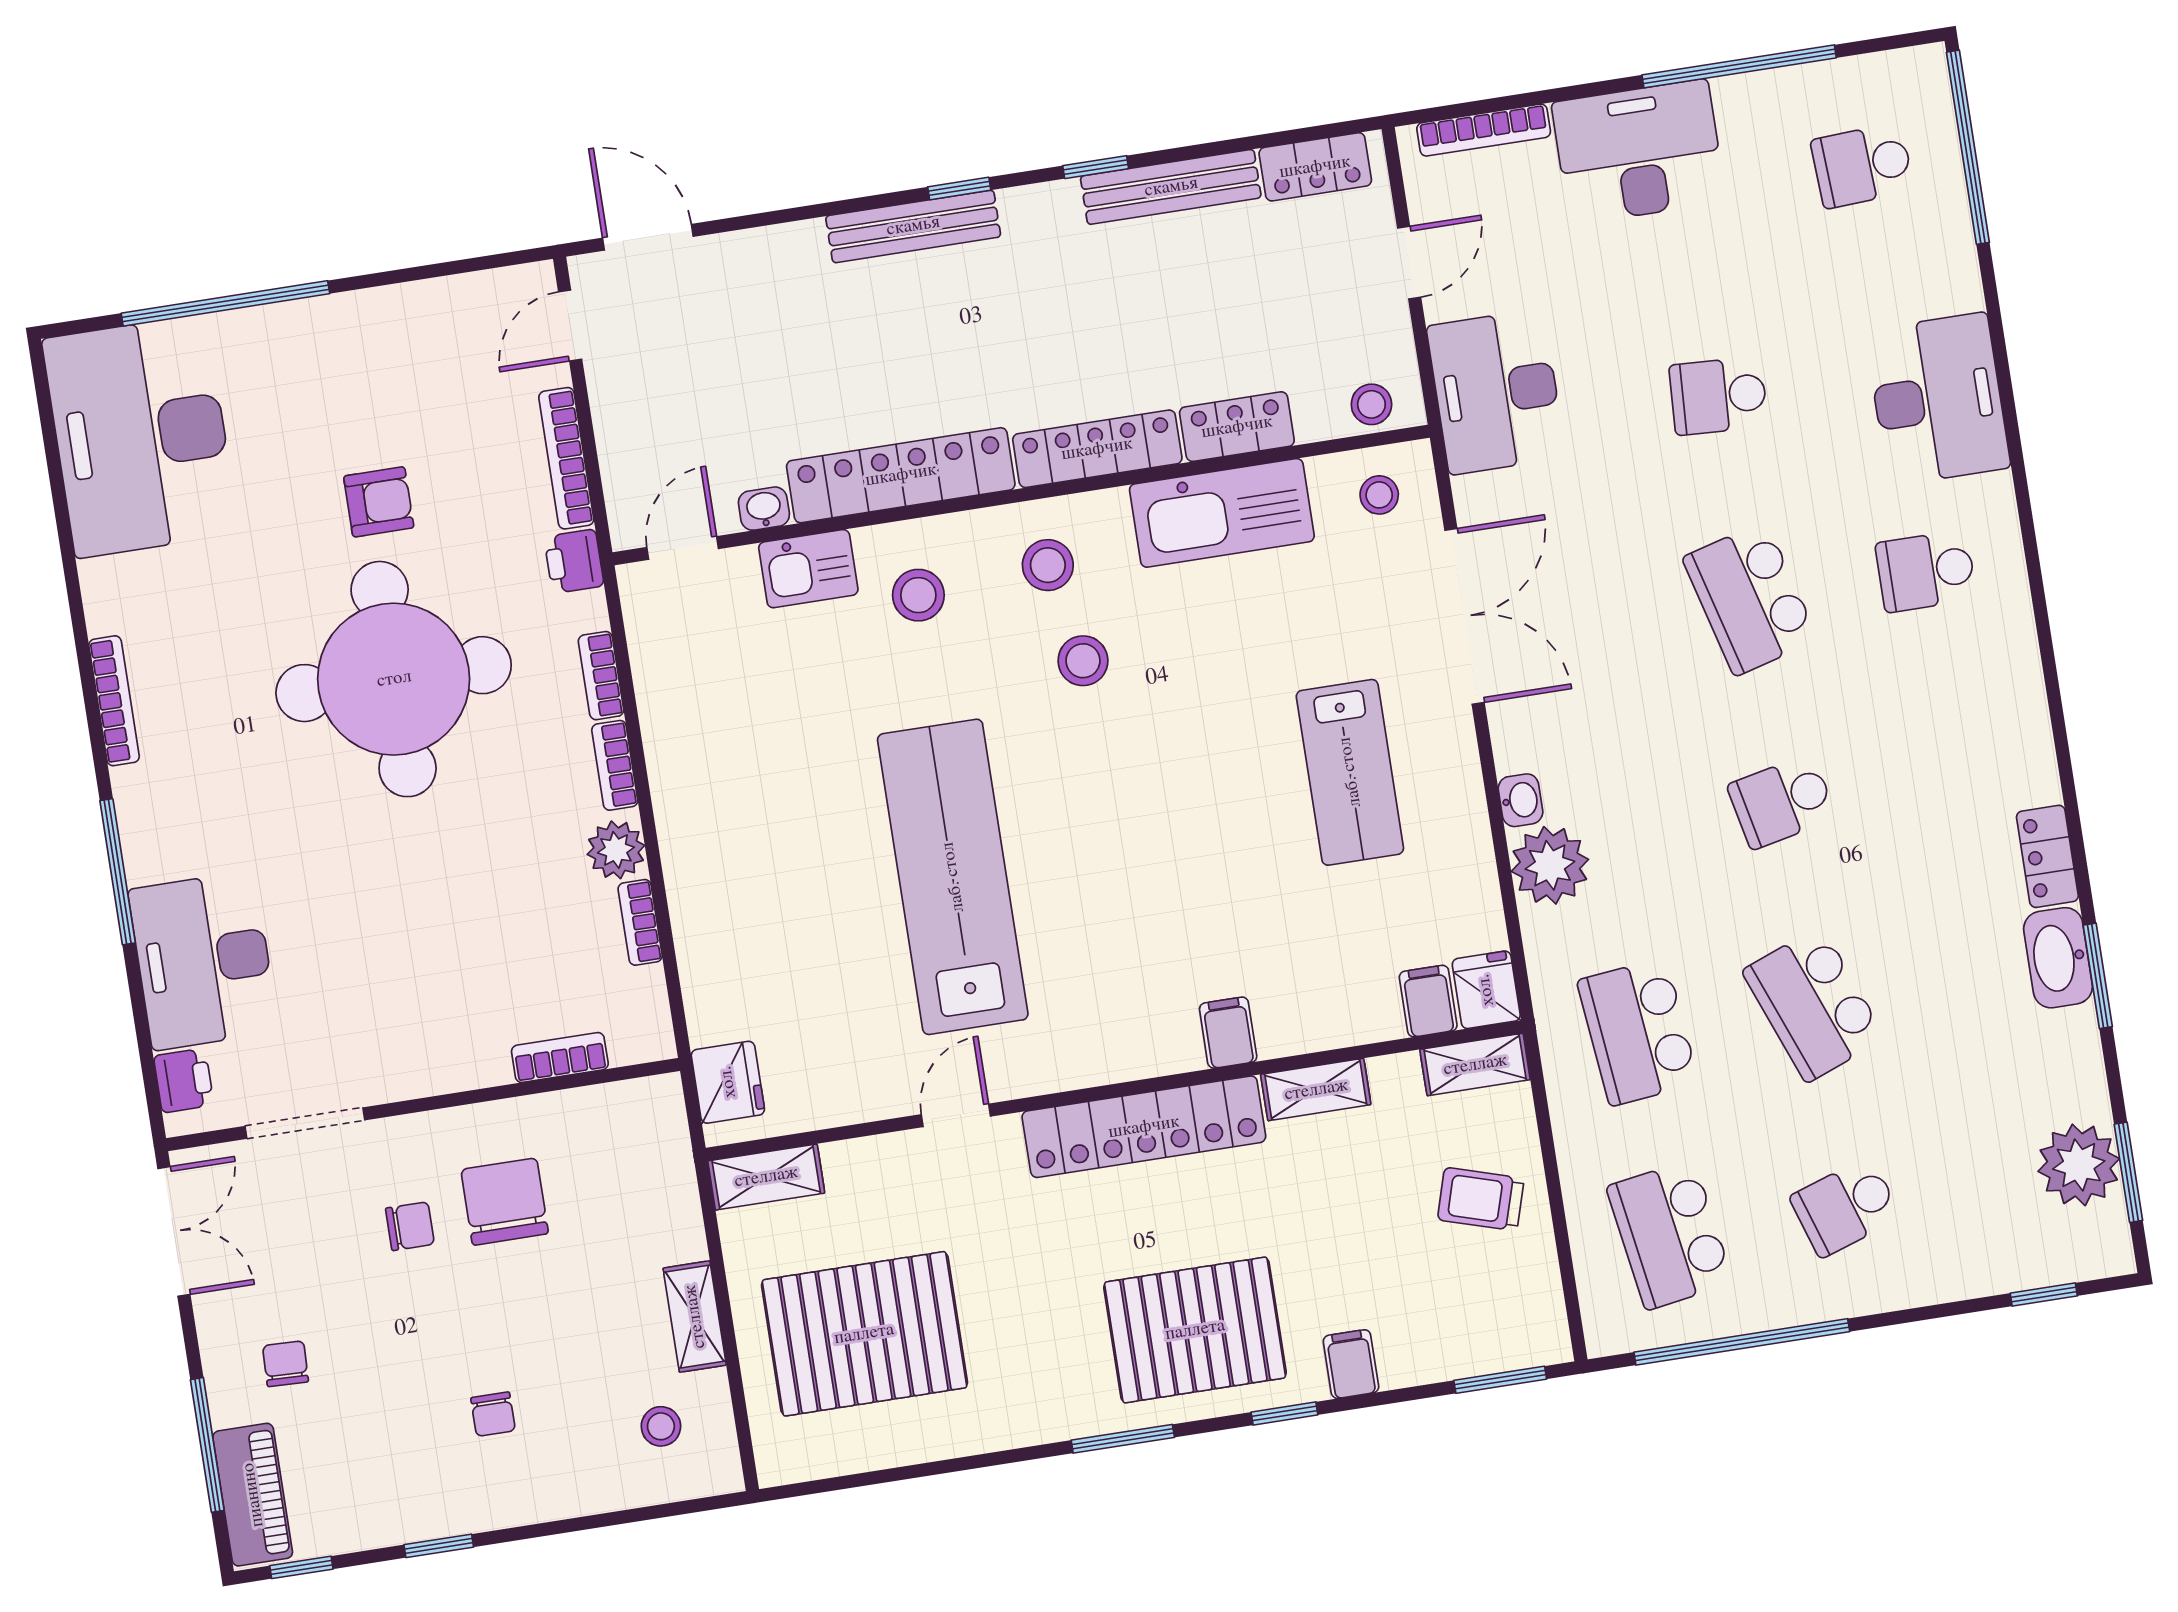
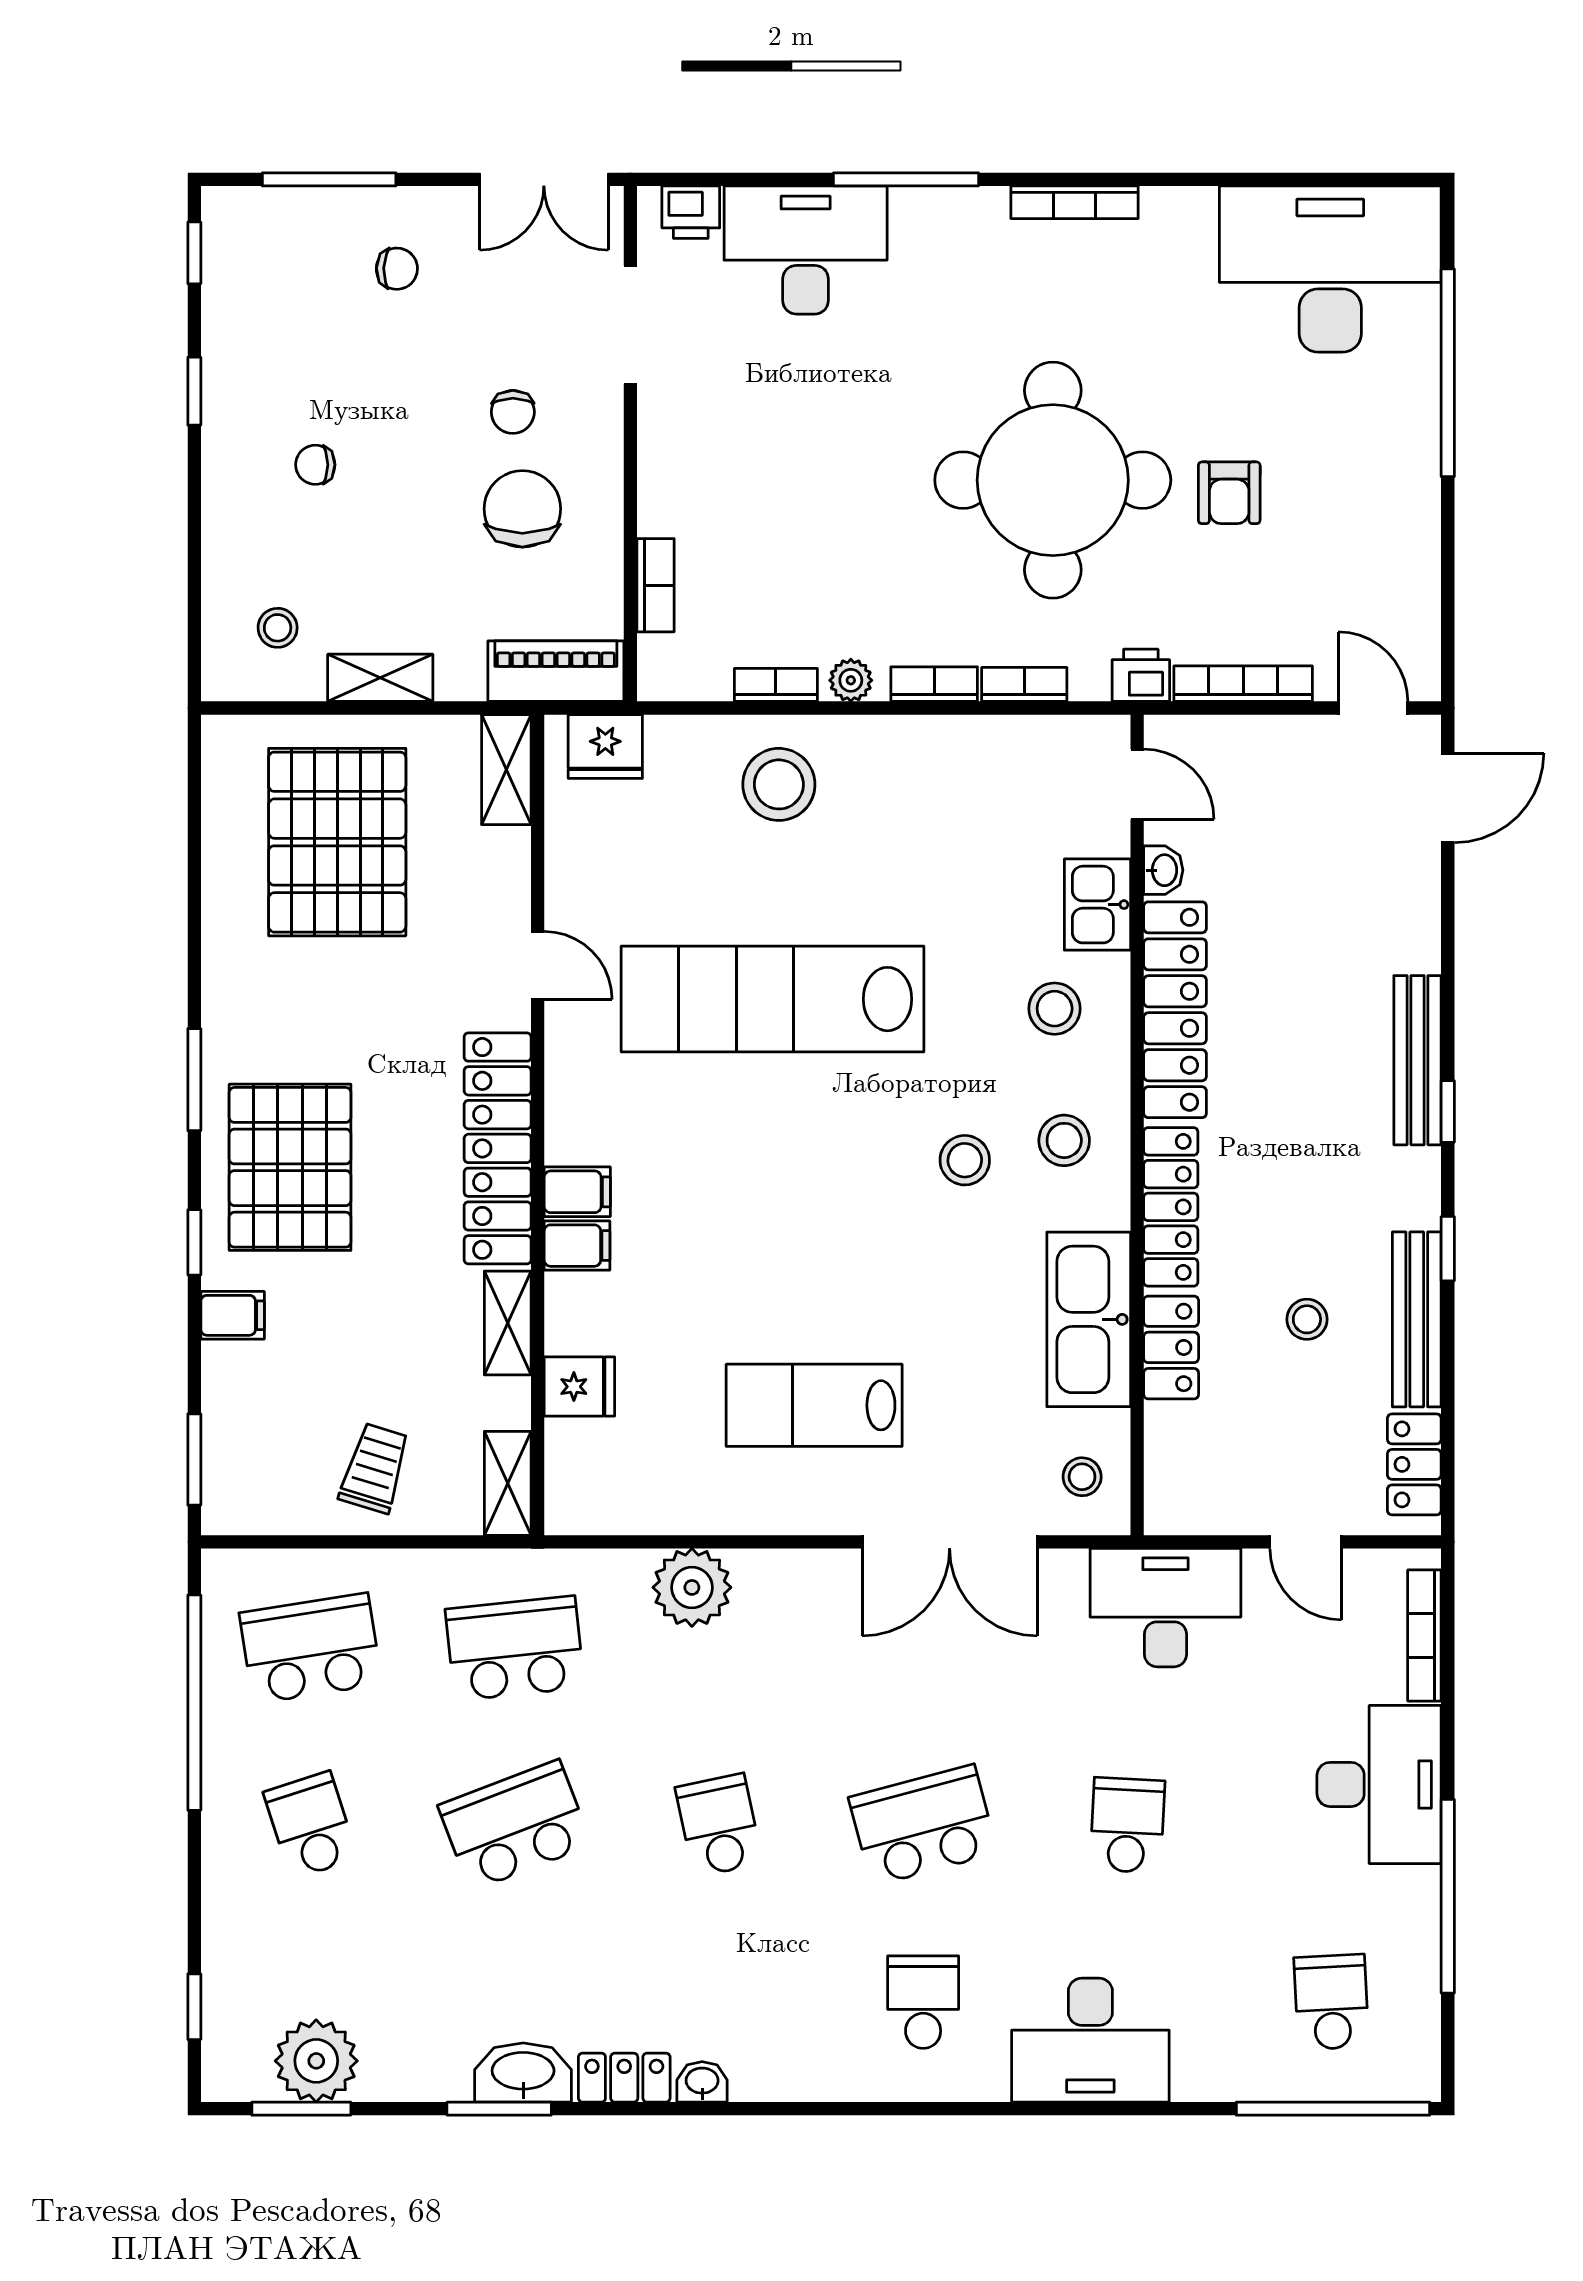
stool: (1371, 404) -> (1307, 1319), moved
washbasin: (1521, 800) -> (702, 2082), moved, turned 180
plant: (616, 850) -> (851, 680), width x0.73, depth x0.73
lab bench: (953, 877) -> (772, 999), turned 180
stool: (739, 904) -> (779, 784), added
fridge: (1486, 990) -> (579, 1387), moved
filing cabinet: (1428, 1001) -> (577, 1192), moved
chair: (505, 1202) -> (522, 509), turned -90
piano: (253, 1495) -> (556, 671), moved, turned 180

